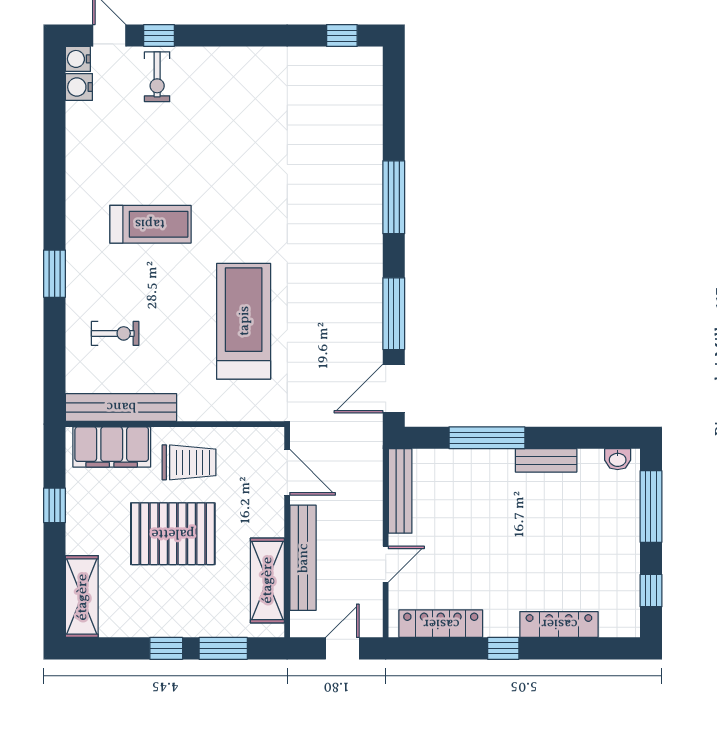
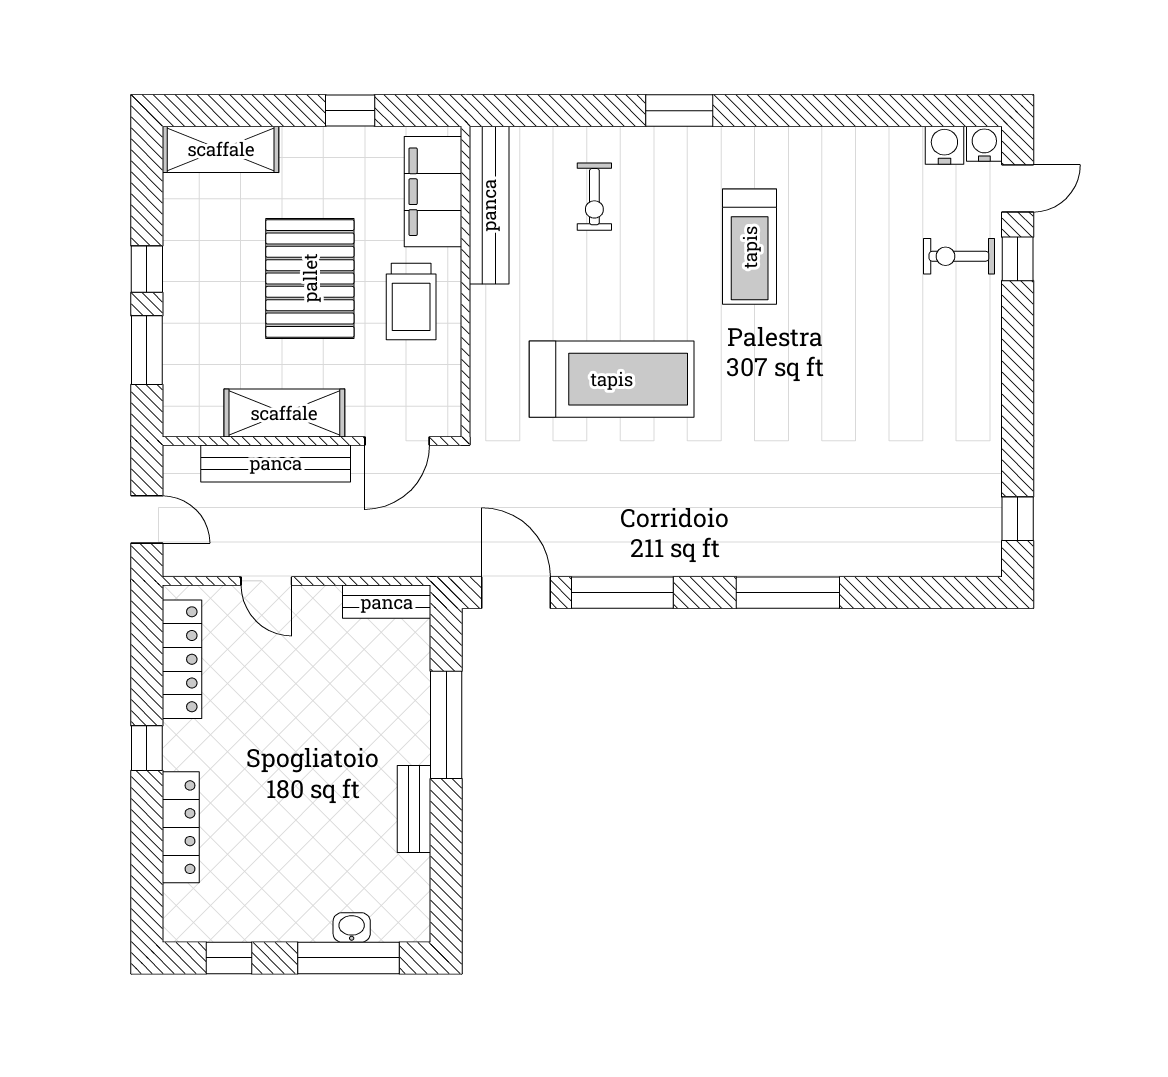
washbasin: (618, 459) -> (352, 927), moved, turned 90
bench: (400, 491) -> (387, 602), width x0.73
shelving: (267, 580) -> (284, 413), moved

